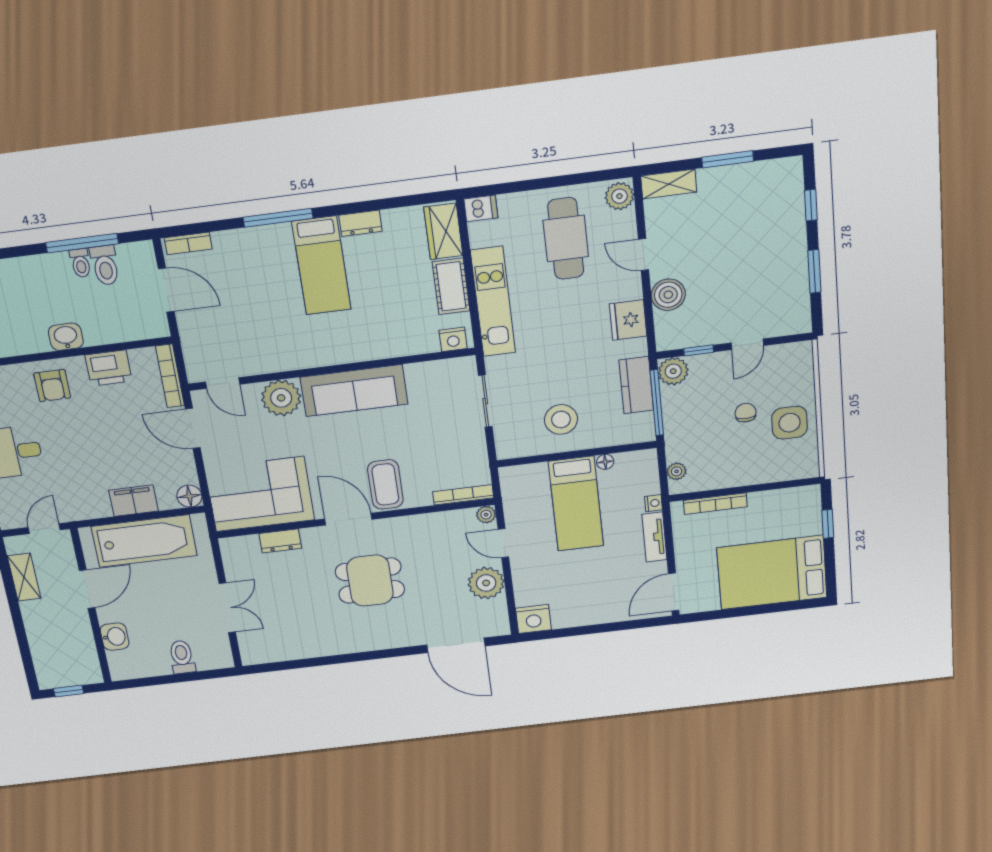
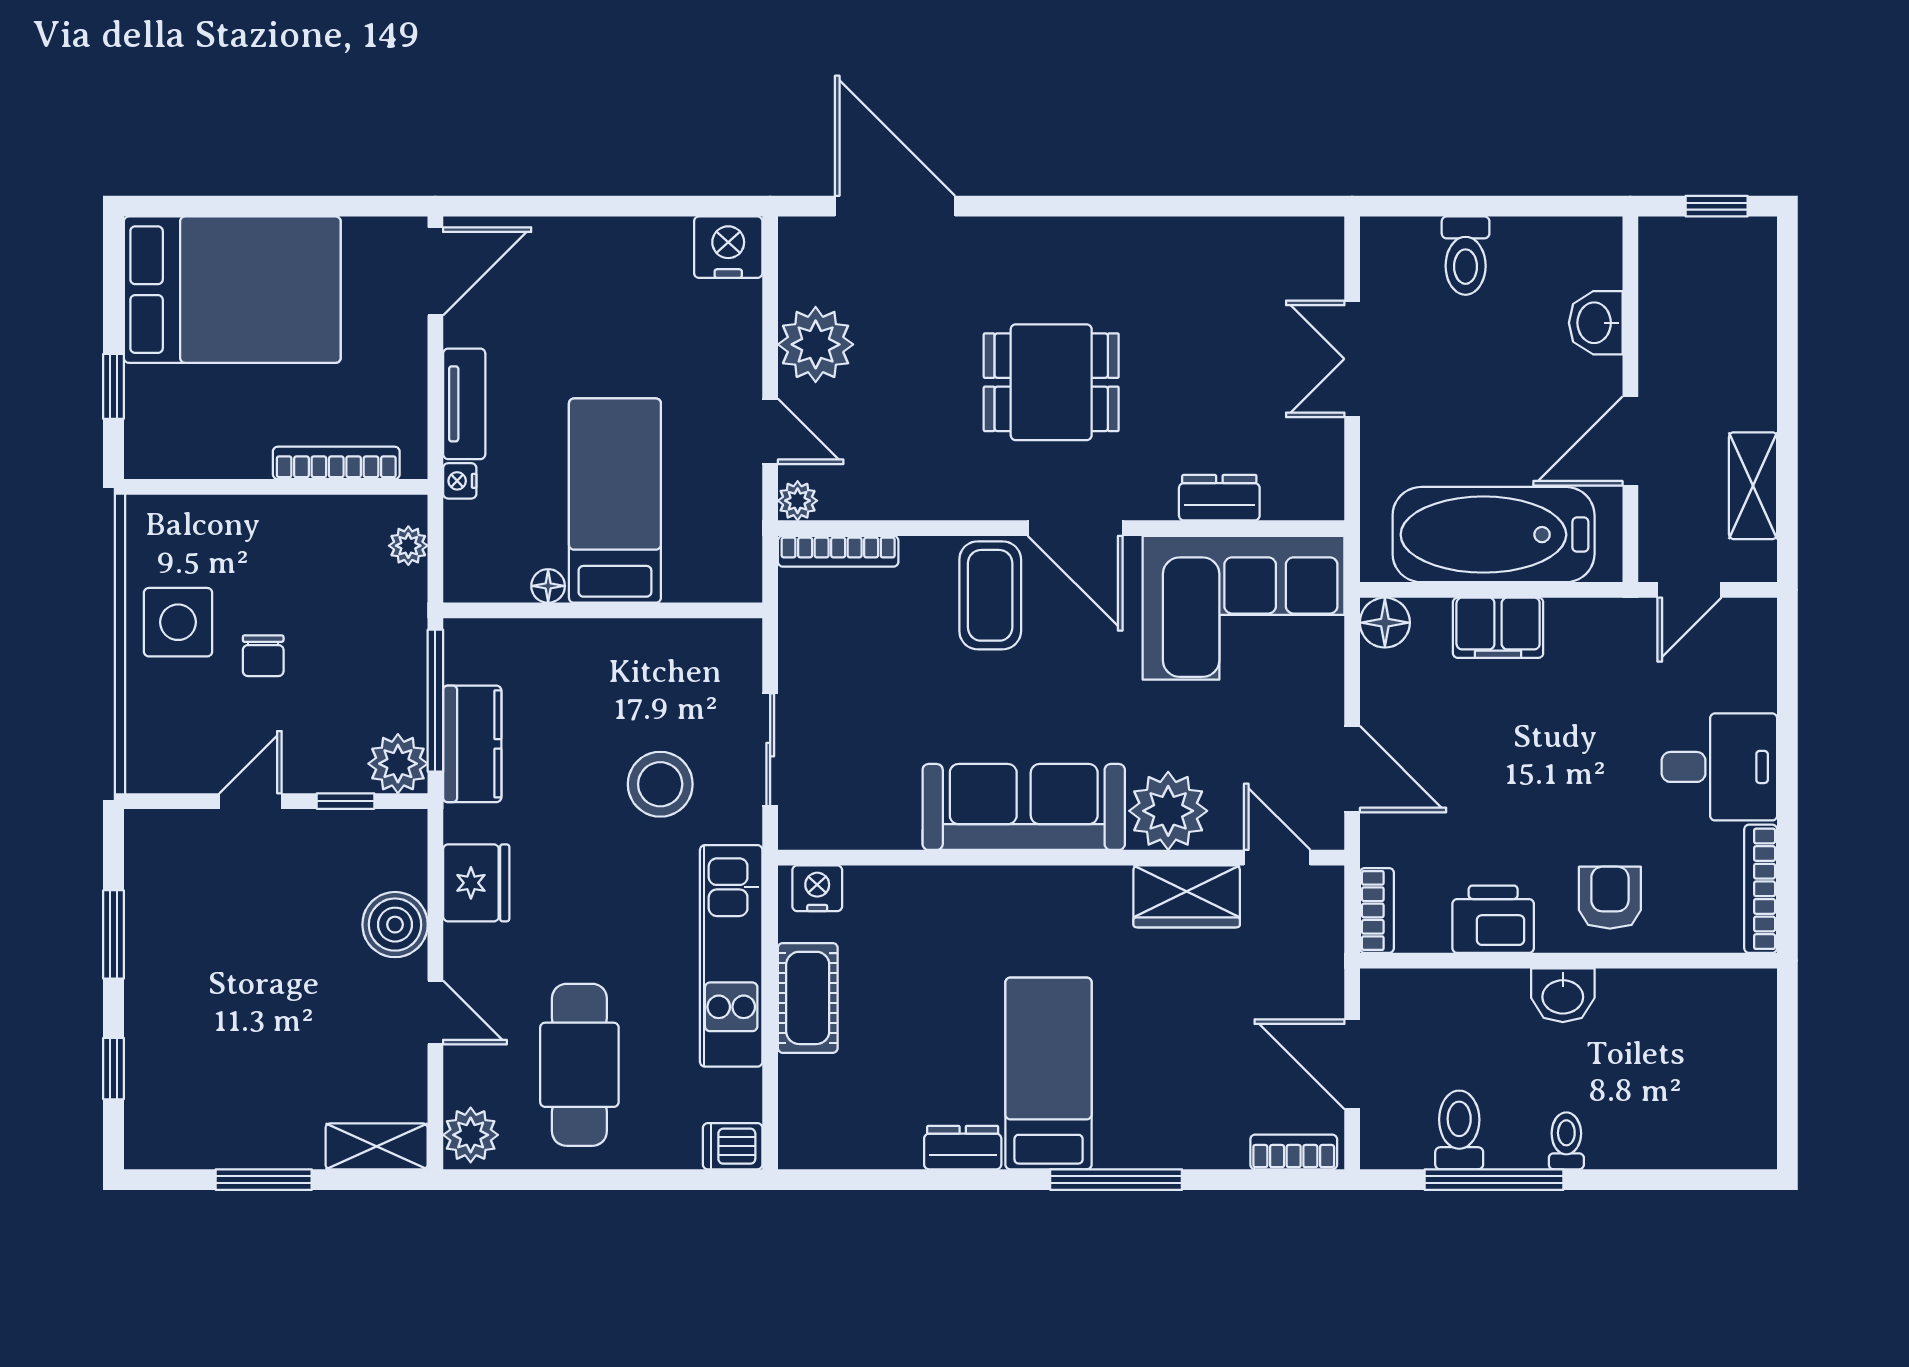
wardrobe: (443, 231) -> (1187, 896), moved, turned 90
toilet: (81, 263) -> (1566, 1141), moved
bookcase: (170, 376) -> (1377, 910), width x0.64
stool: (561, 419) -> (660, 784), moved

